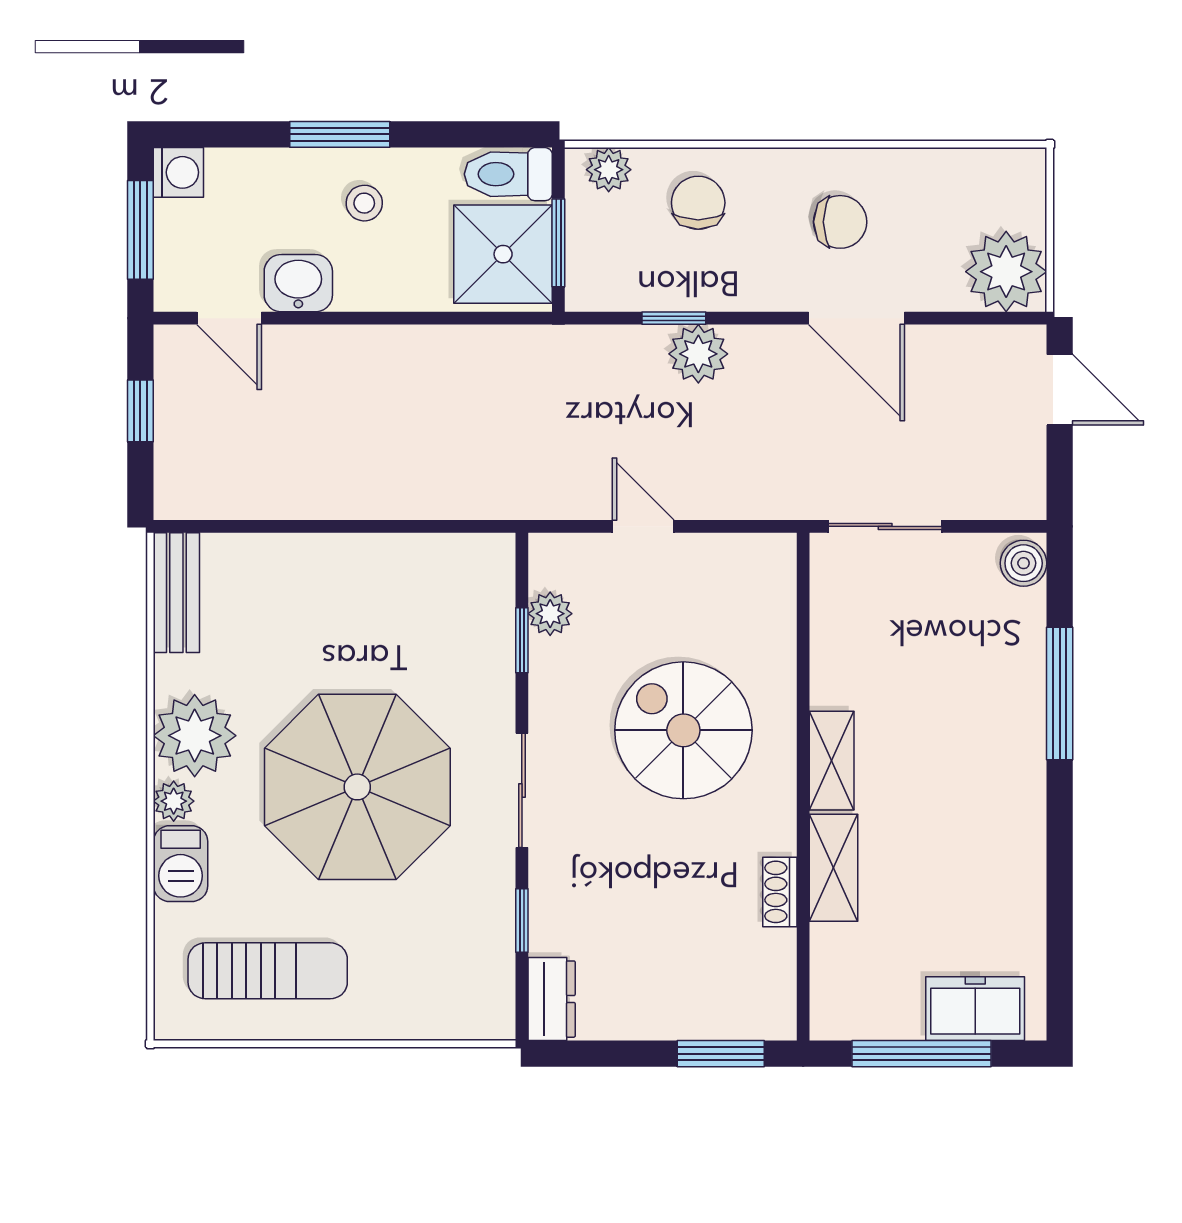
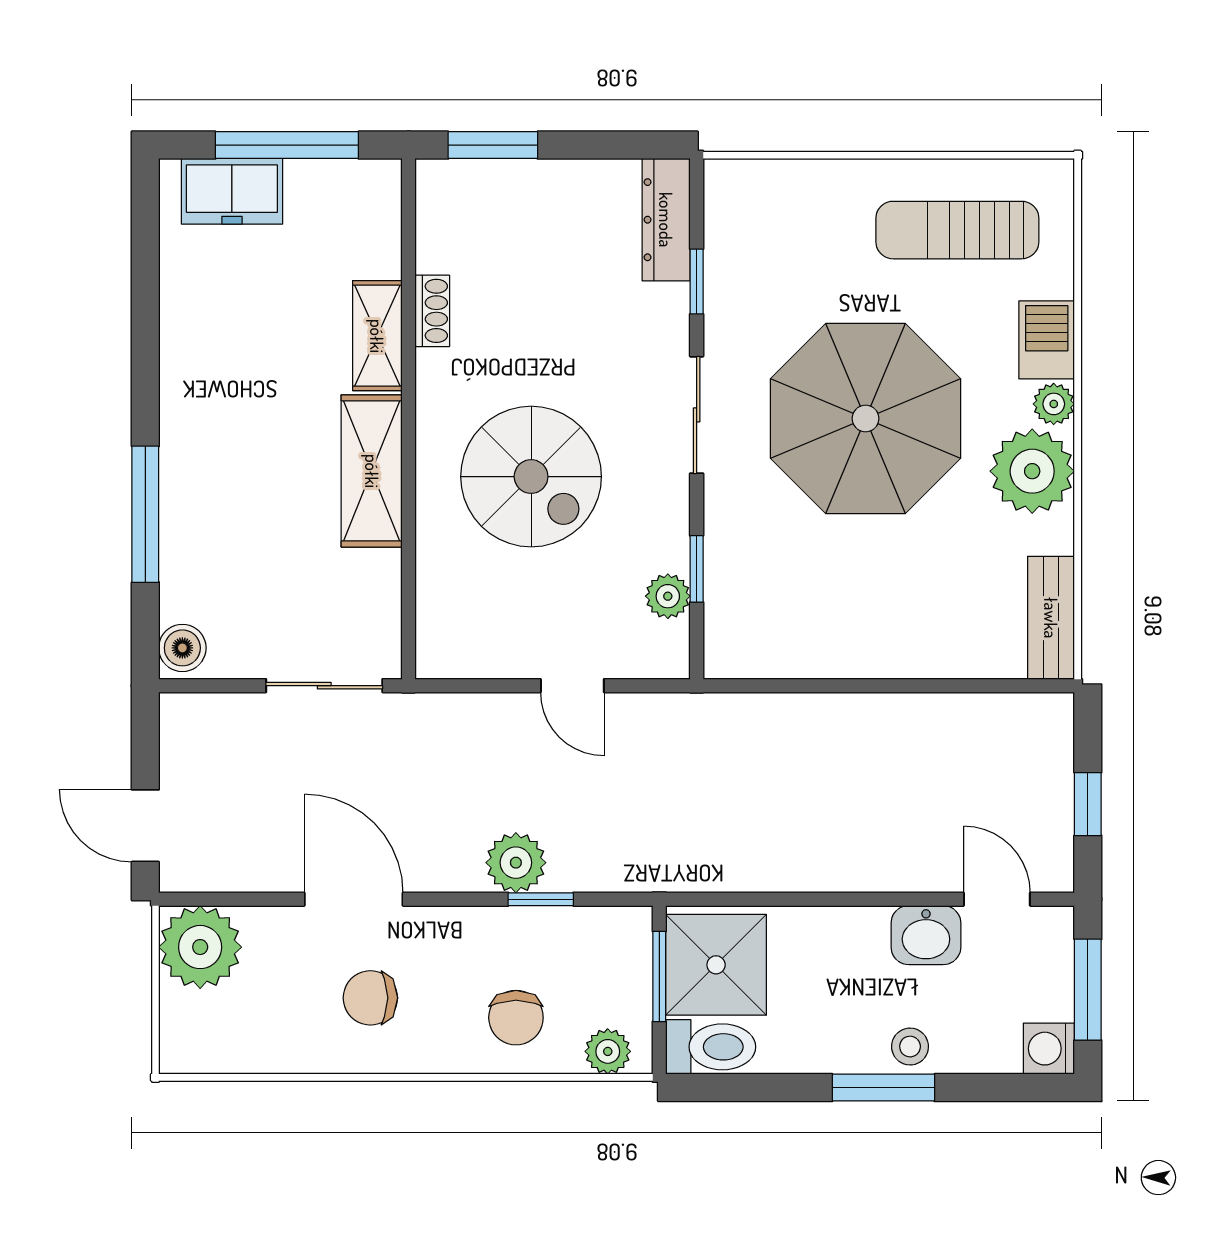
stool: (364, 203) -> (910, 1047), moved
shelving: (832, 761) -> (372, 471), width x1.50, depth x1.33
dresser: (552, 999) -> (666, 220), width x1.44

